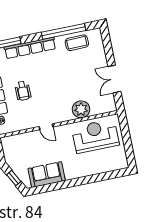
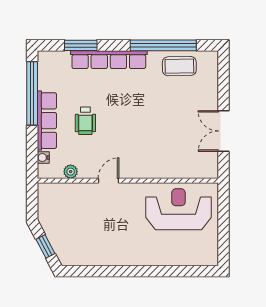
plant: (81, 109) -> (71, 172), moved, width x0.53, depth x0.53
door: (46, 127) -> (109, 181), swing flipped
sofa: (47, 175) -> (95, 251), removed

